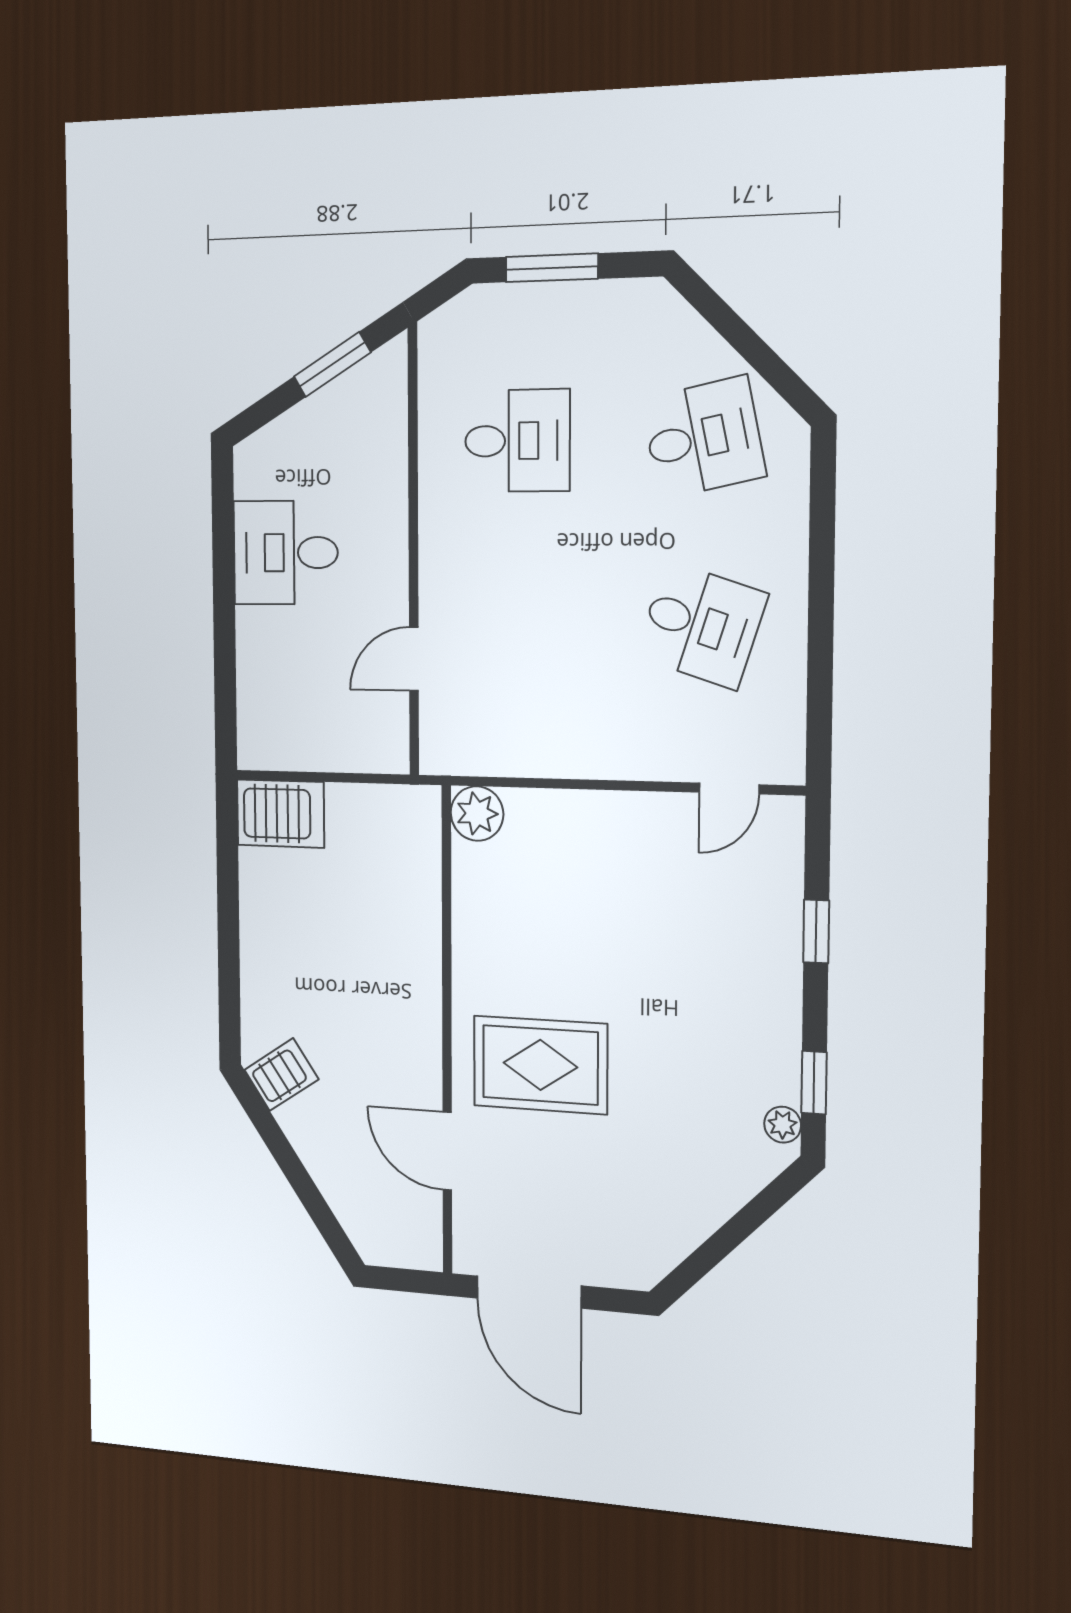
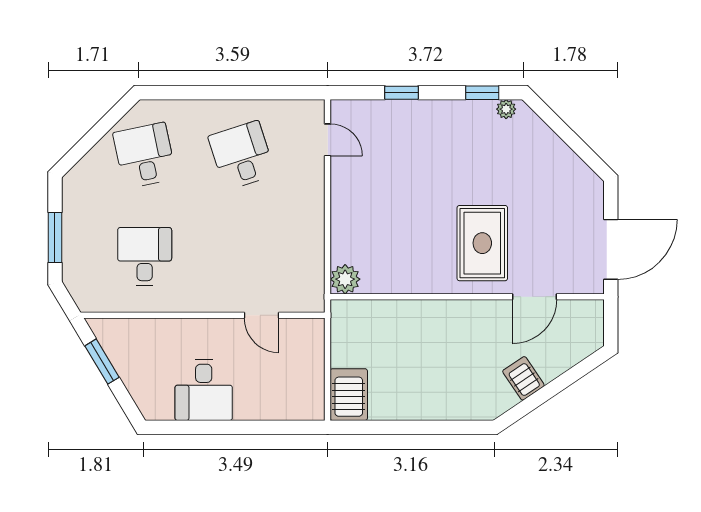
desk: (701, 625) -> (242, 155), turned -36
server rack: (281, 1075) -> (523, 378), moved

